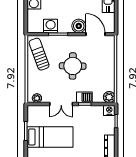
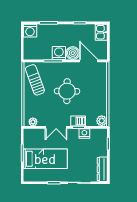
washing machine: (51, 26) -> (59, 53), moved
nightstand: (109, 110) -> (84, 134), moved

